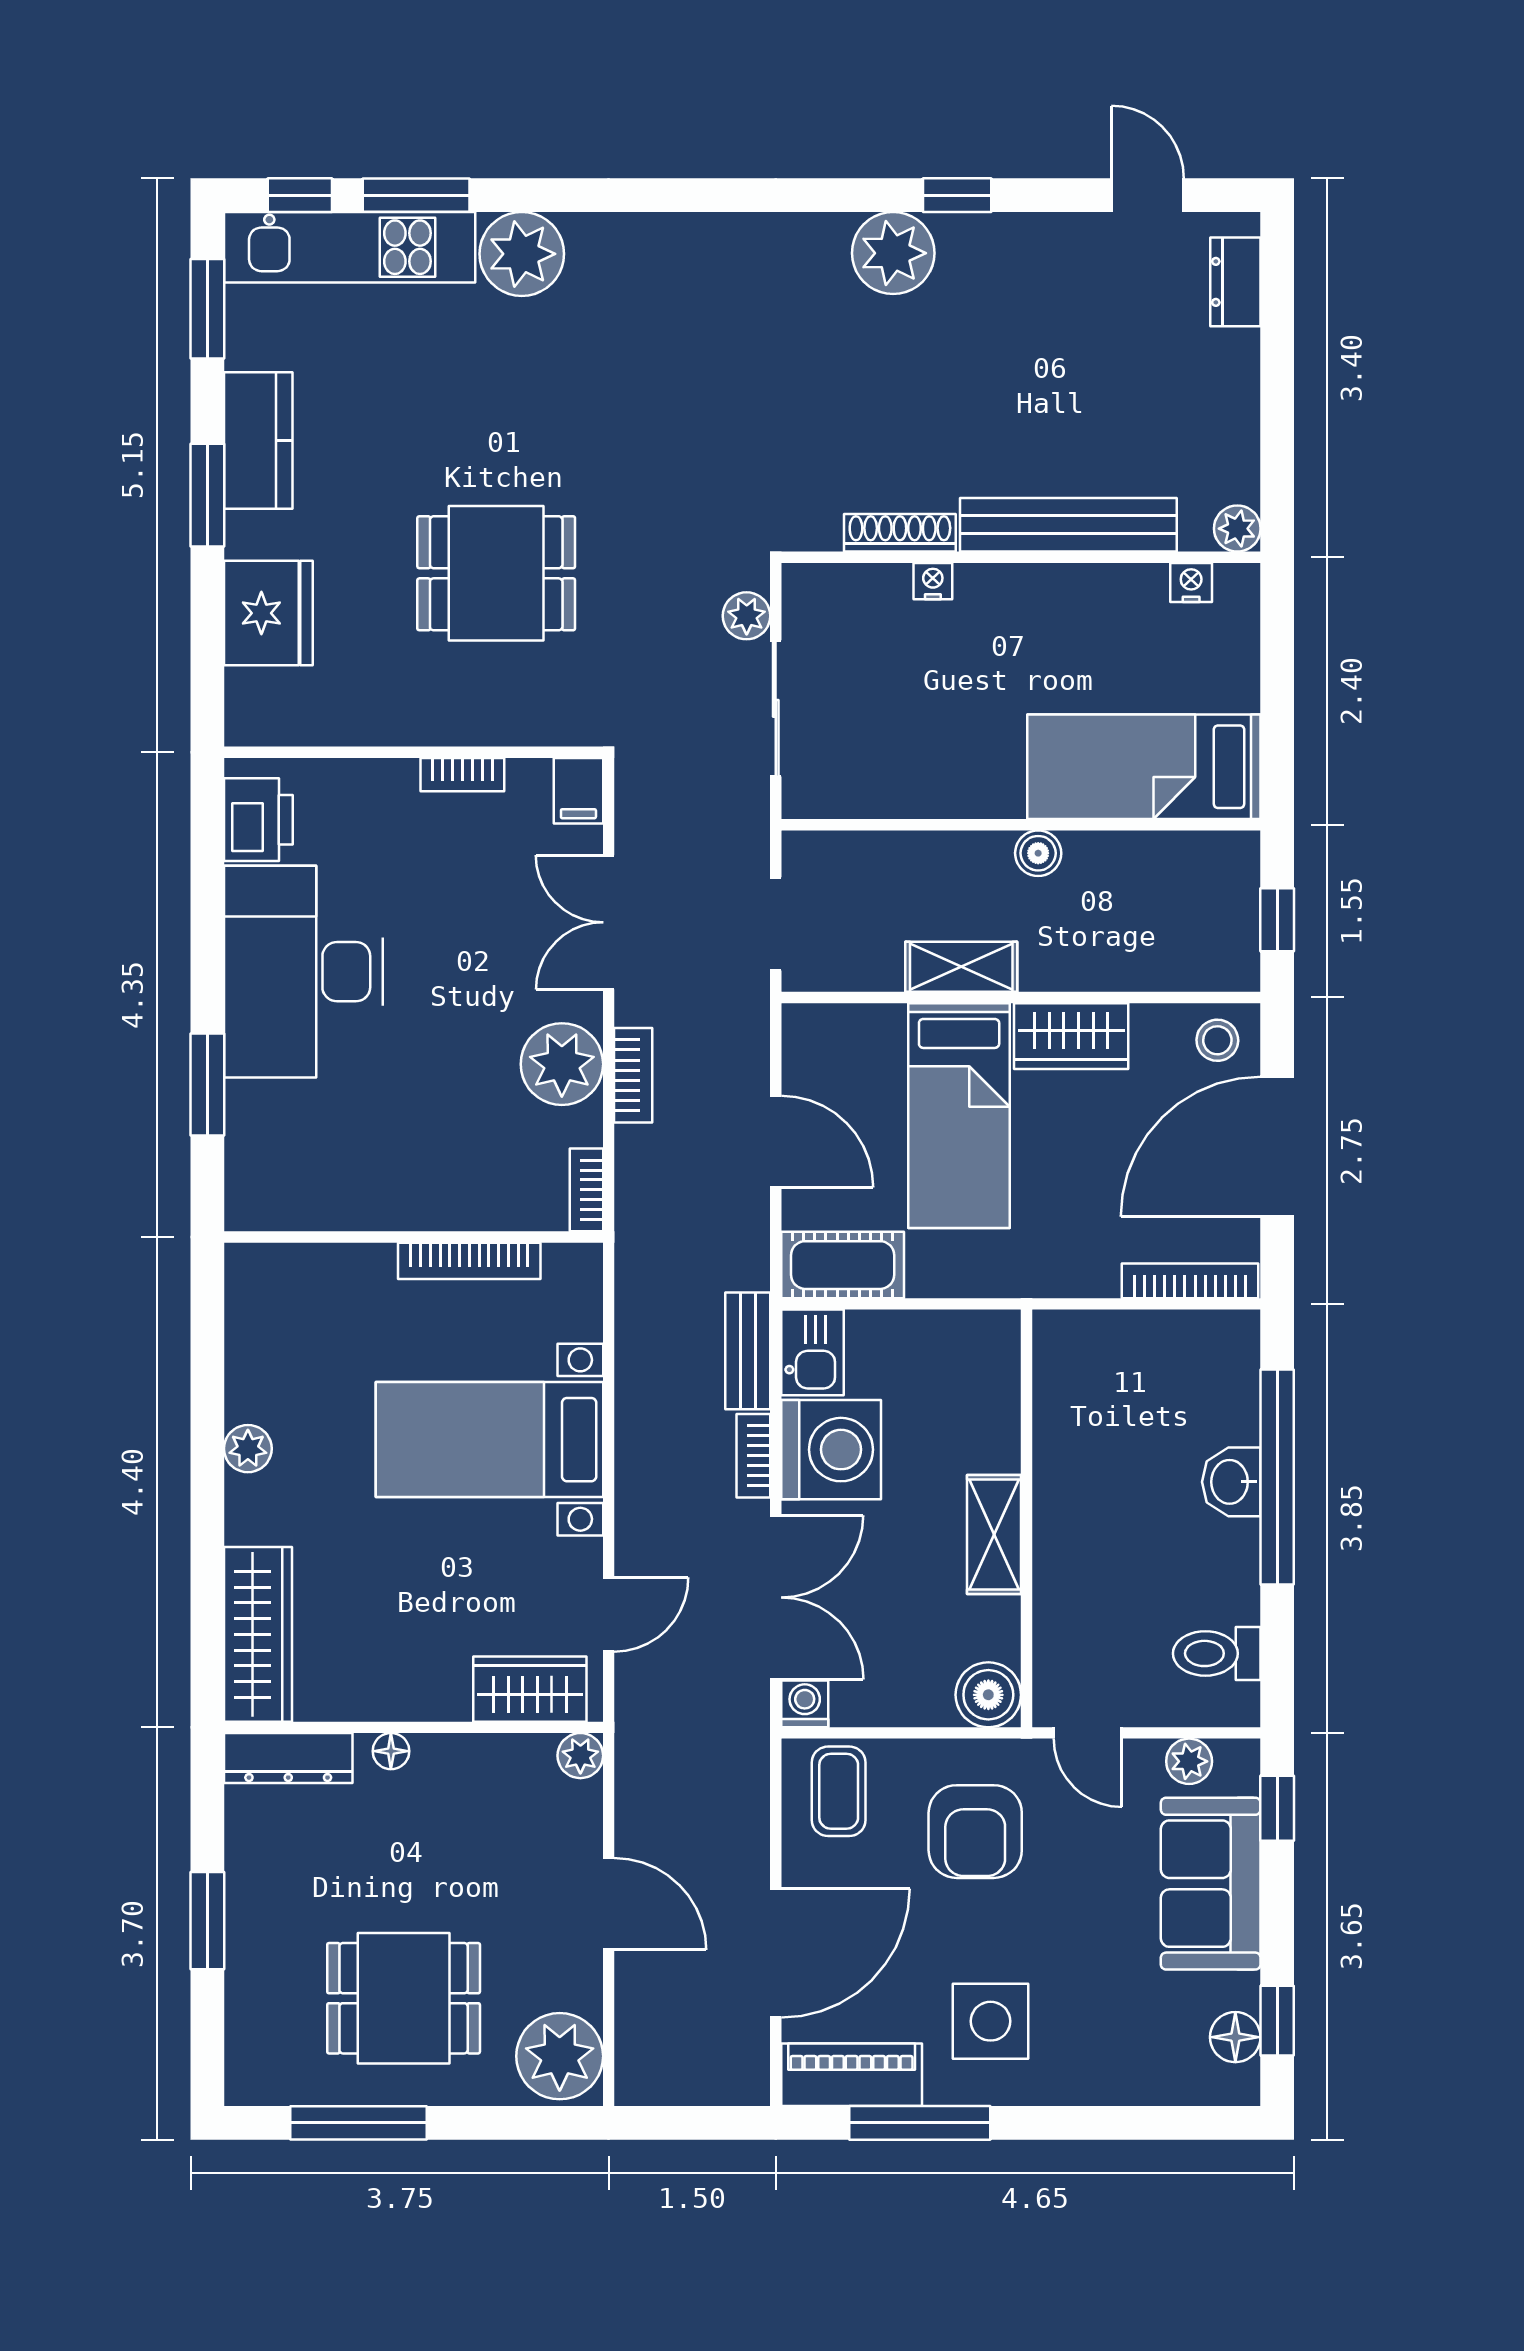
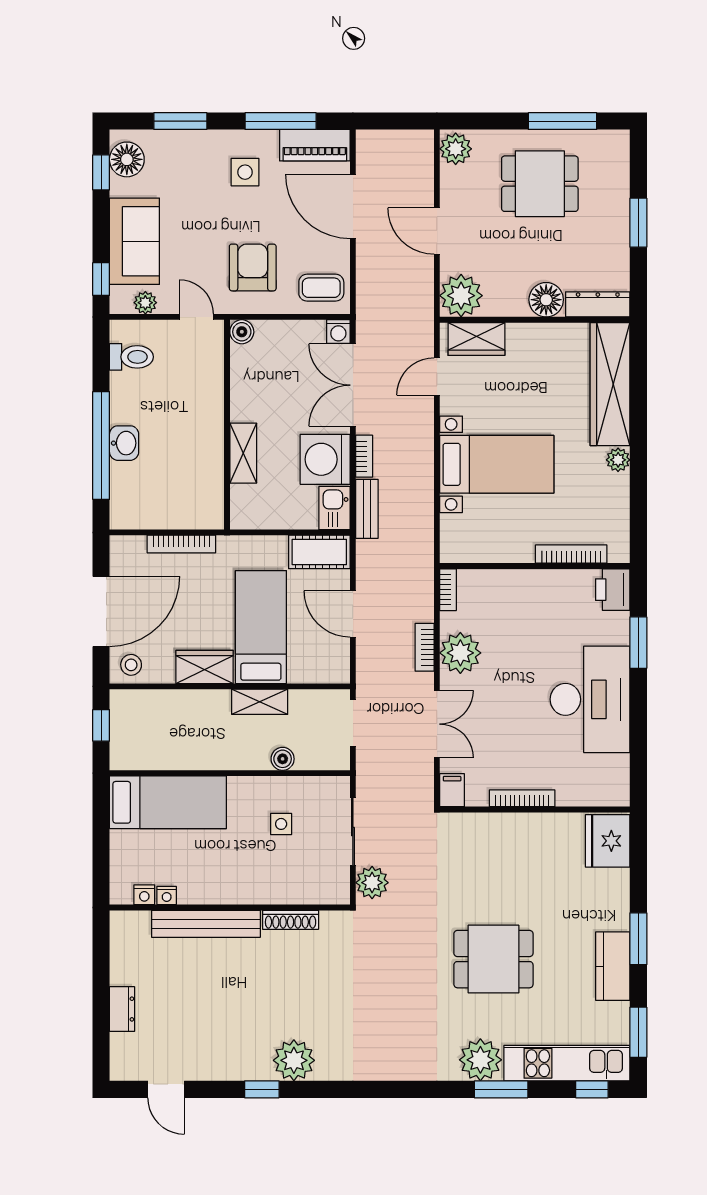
window: (416, 195) -> (501, 1089), moved
dresser: (1235, 282) -> (122, 1009), moved
plant: (1237, 529) -> (121, 922), removed
dining table: (496, 573) -> (493, 959), moved
nightstand: (933, 581) -> (167, 896), moved
fridge: (268, 613) -> (608, 841), moved
plant: (747, 616) -> (372, 883), width x1.38, depth x1.38
side table: (919, 724) -> (281, 824), added
bookcase: (462, 775) -> (522, 798), width x1.56
printer: (258, 820) -> (613, 590), moved
boiler: (1038, 853) -> (283, 759), moved
bookcase: (469, 1261) -> (571, 554), moved
bookcase: (1190, 1281) -> (181, 544), moved
shelving: (994, 1535) -> (243, 453), moved
wardrobe: (258, 1634) -> (610, 384), width x1.40, depth x1.17
boiler: (988, 1695) -> (242, 332), width x0.73, depth x0.73
floor lamp: (391, 1751) -> (546, 300), width x1.89, depth x1.89
plant: (580, 1756) -> (461, 296), width x1.87, depth x1.87
coffee table: (839, 1791) -> (321, 288), turned 90
door: (776, 1953) -> (353, 206), hinge flipped
side table: (991, 2021) -> (245, 172), width x0.73, depth x0.73
floor lamp: (1235, 2037) -> (127, 159), width x1.38, depth x1.38
plant: (560, 2056) -> (456, 149), width x0.73, depth x0.73
window: (1119, 2123) -> (180, 121), added

